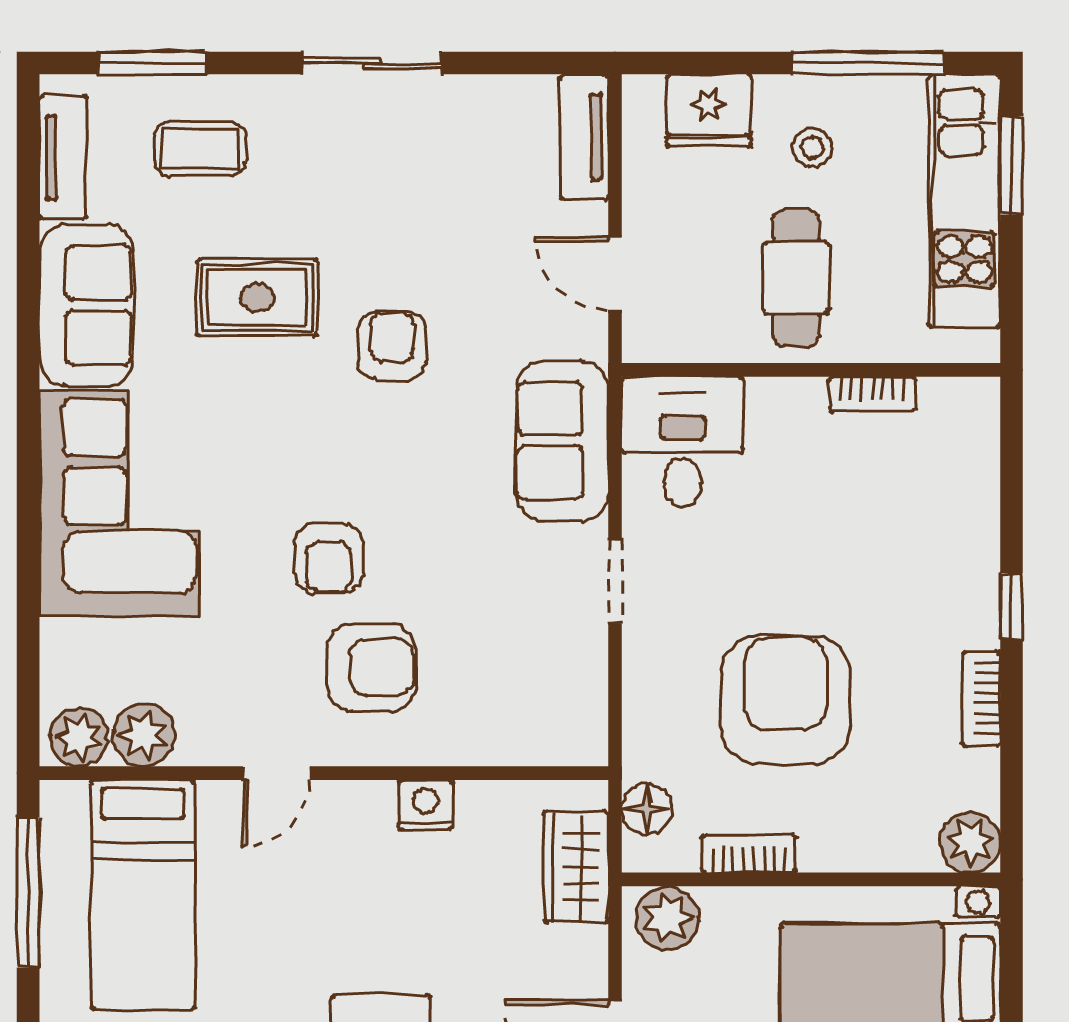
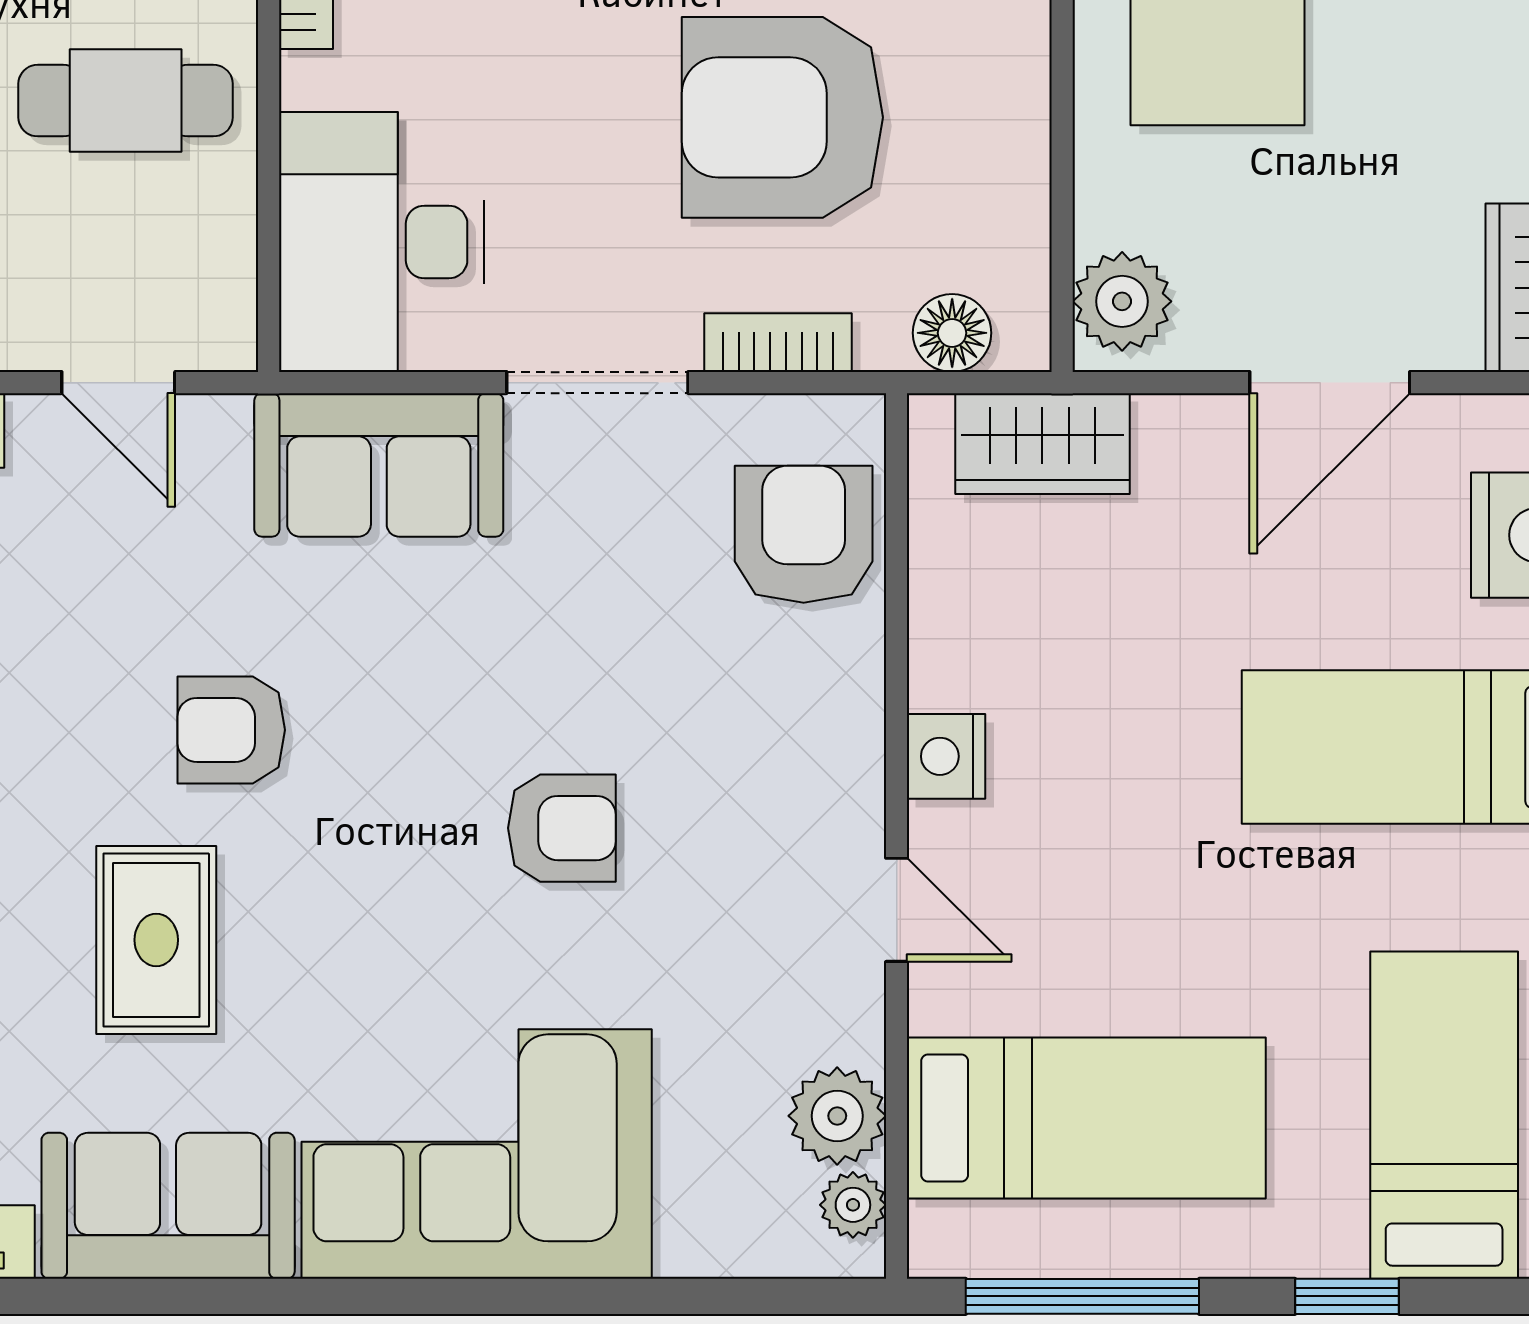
door: (615, 273) -> (118, 383), hinge flipped
desk: (683, 442) -> (381, 242), width x1.37
doorway: (615, 581) -> (597, 383), width x1.38
armchair: (371, 667) -> (804, 534), moved
plant: (79, 737) -> (853, 1205), width x0.73, depth x0.73
nightstand: (426, 805) -> (946, 756), moved
bookcase: (749, 854) -> (778, 343), moved, turned 90

